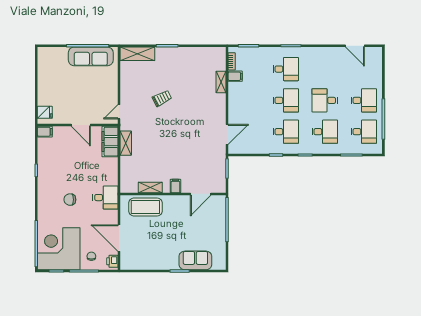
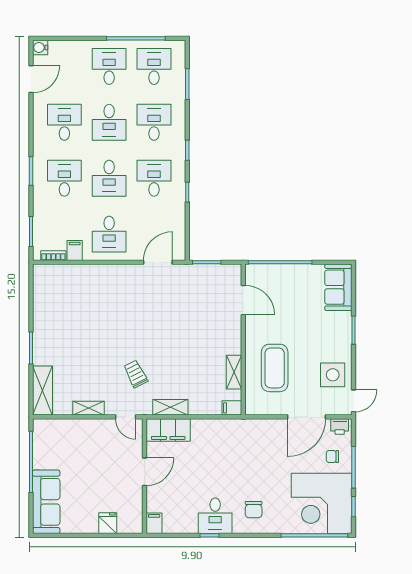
water cooler: (377, 52) -> (40, 47), added
sofa: (91, 56) -> (46, 502), moved
desk: (325, 69) -> (64, 122), added
shelving: (221, 82) -> (89, 408), moved
trolley: (162, 98) -> (136, 374), moved
desk: (247, 100) -> (109, 234), added
desk: (286, 100) -> (109, 178), turned 180
fridge: (45, 112) -> (108, 523), moved
door: (227, 134) -> (158, 262), hinge flipped
filing cabinet: (175, 186) -> (232, 408), moved
desk: (105, 198) -> (215, 516), moved, turned 180
chair: (70, 200) -> (254, 510), moved
coffee table: (145, 207) -> (275, 368), moved
side table: (148, 256) -> (333, 375), added
sofa: (195, 260) -> (338, 287), moved
door: (130, 271) -> (354, 401), added

